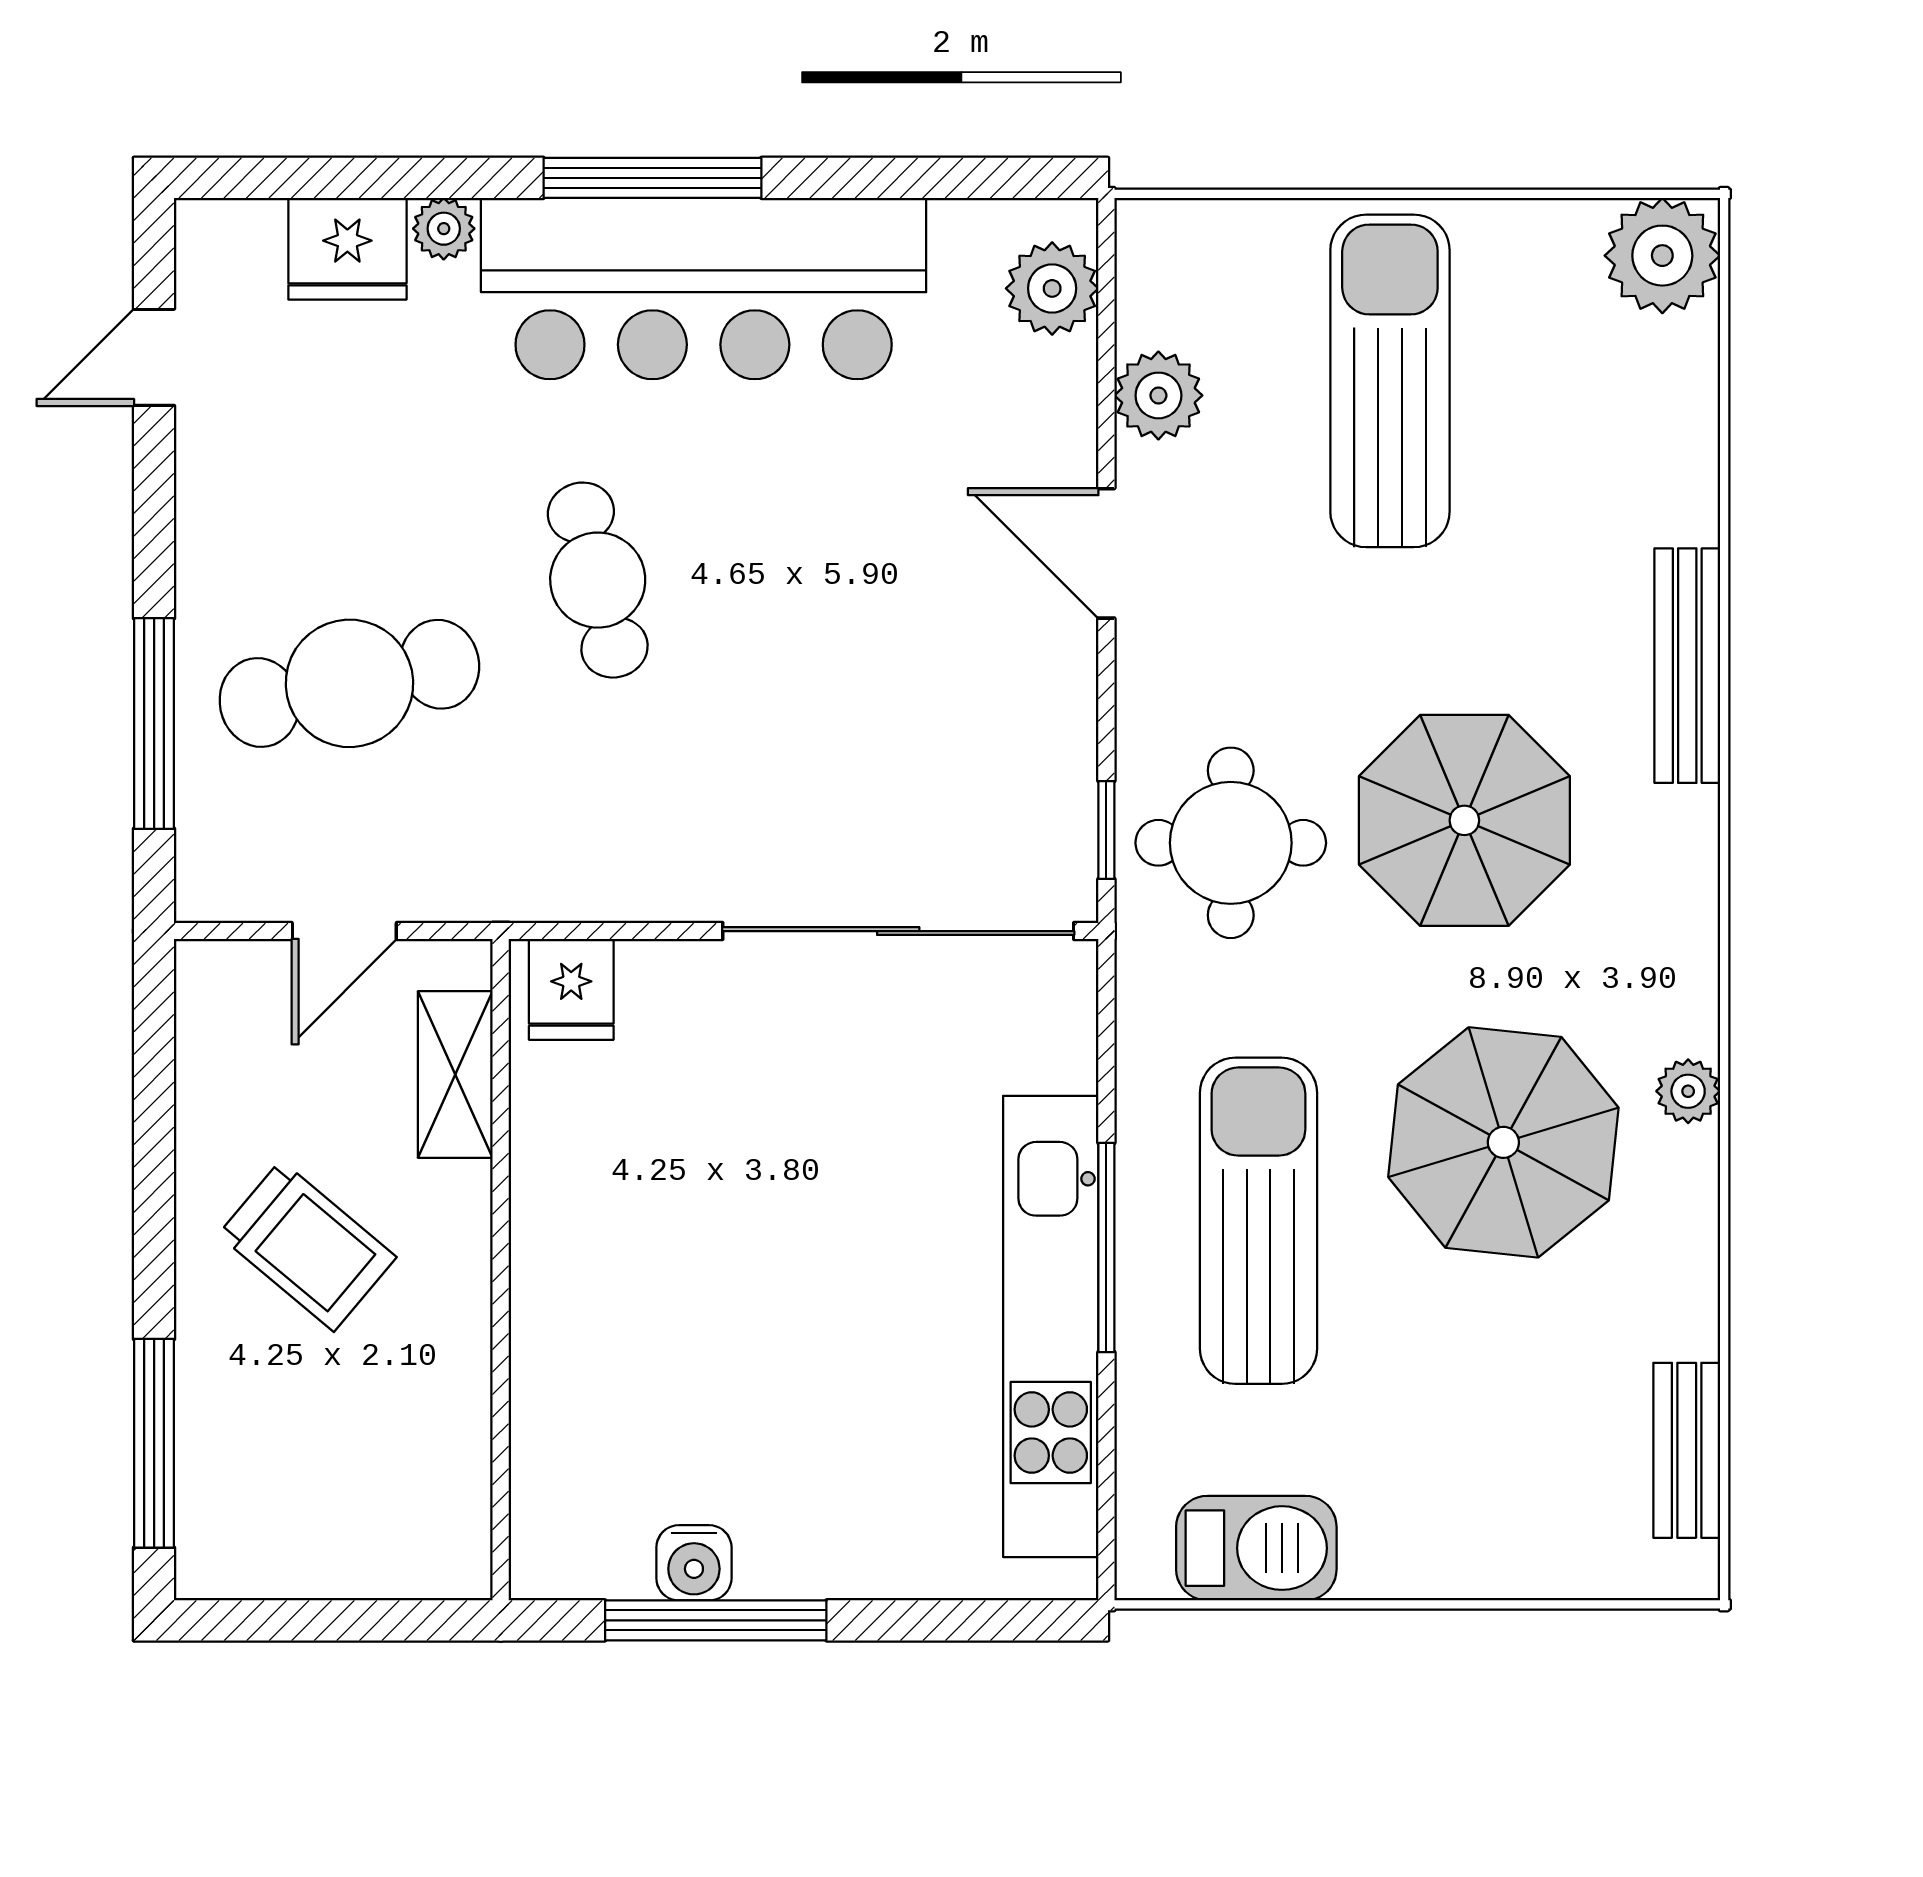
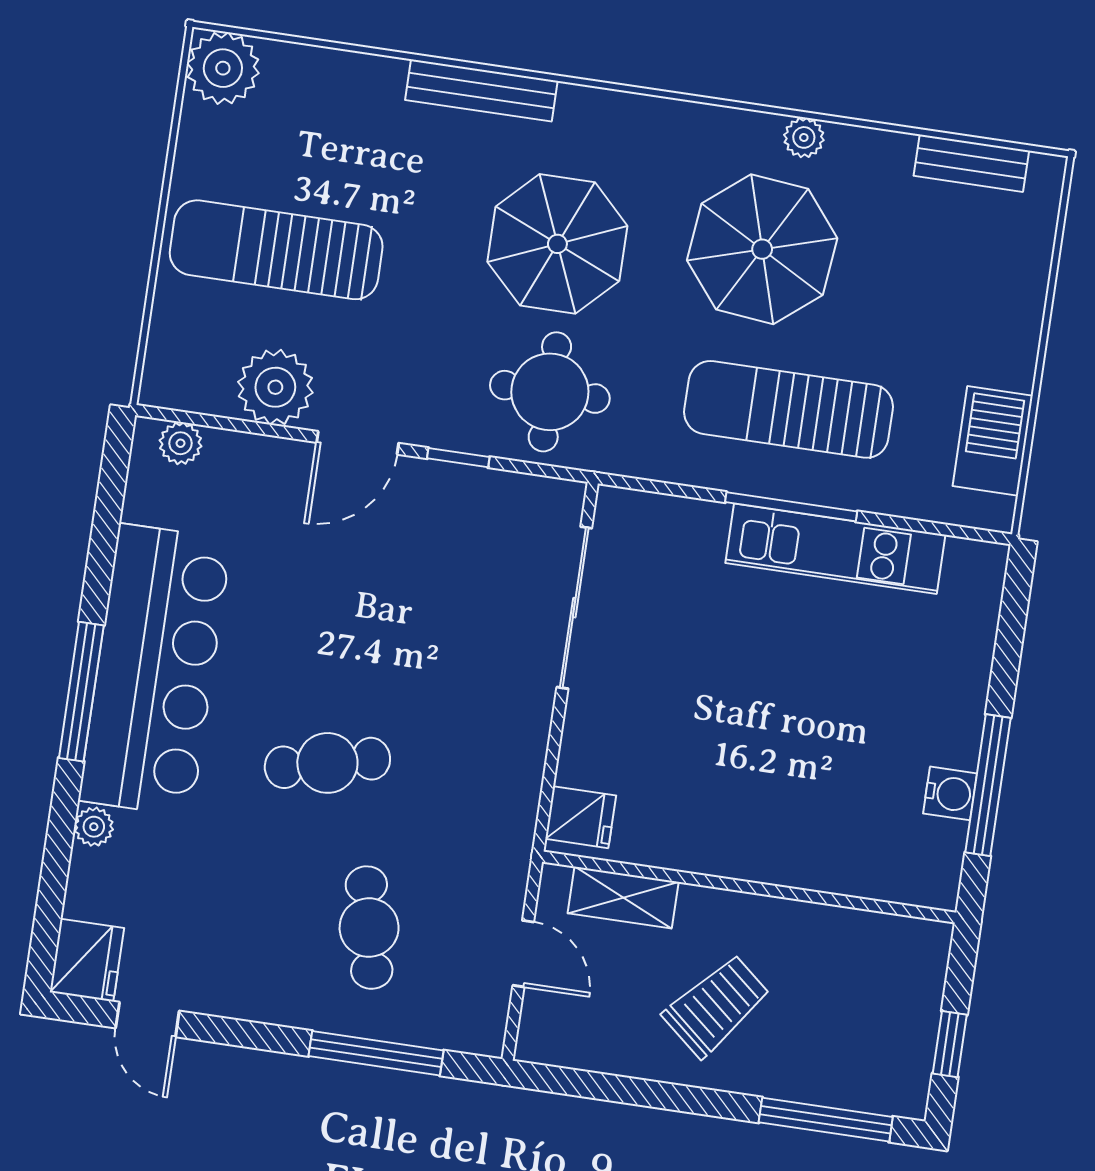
fridge: (347, 249) -> (87, 960), moved
plant: (1052, 288) -> (181, 443), width x0.73, depth x0.73
plant: (1158, 395) -> (275, 387), width x1.36, depth x1.36
cafe table: (349, 683) -> (369, 928), width x0.73, depth x0.74
window: (1106, 830) -> (458, 458), moved
sliding door: (898, 931) -> (574, 608), width x0.73
plant: (1688, 1091) -> (804, 137), moved
kitchen unit: (1051, 1326) -> (835, 549), width x0.73
window: (301, 1620) -> (950, 1044), added

